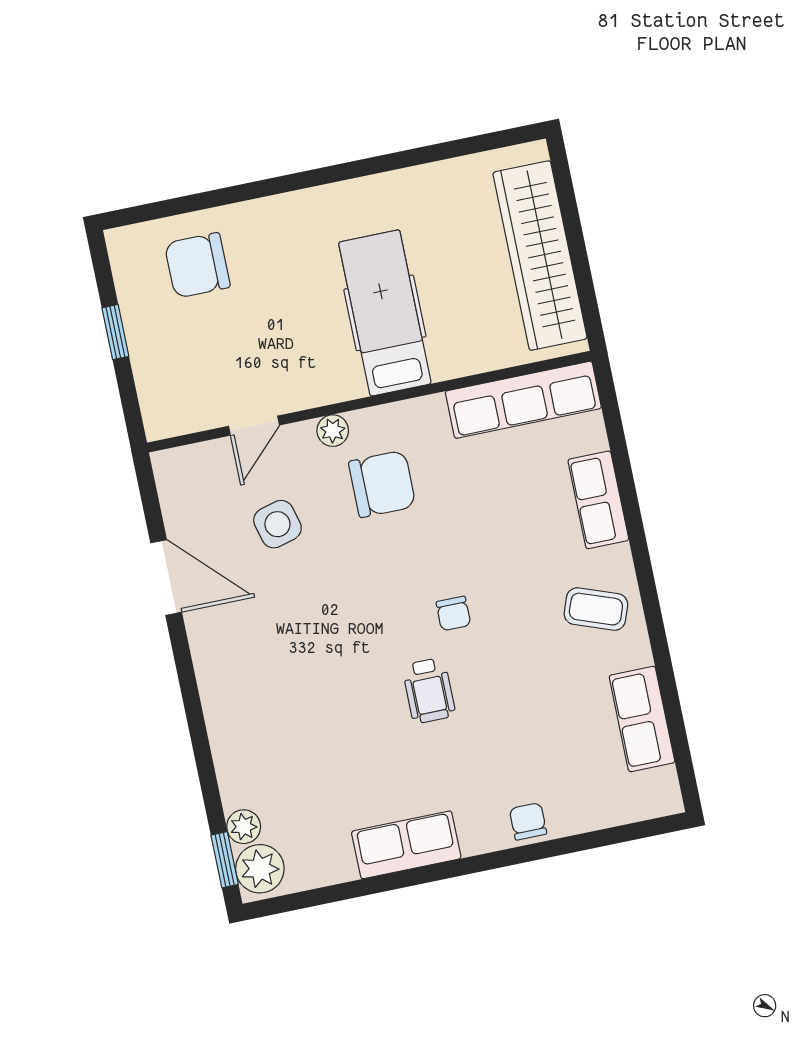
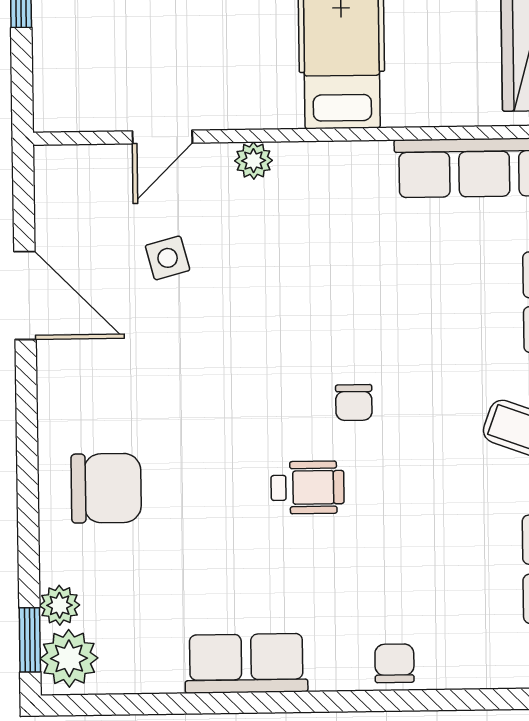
chair: (382, 484) -> (106, 488), moved
side table: (277, 524) -> (168, 258), width x0.73, depth x0.73
wheelchair: (429, 691) -> (308, 487), turned -90

